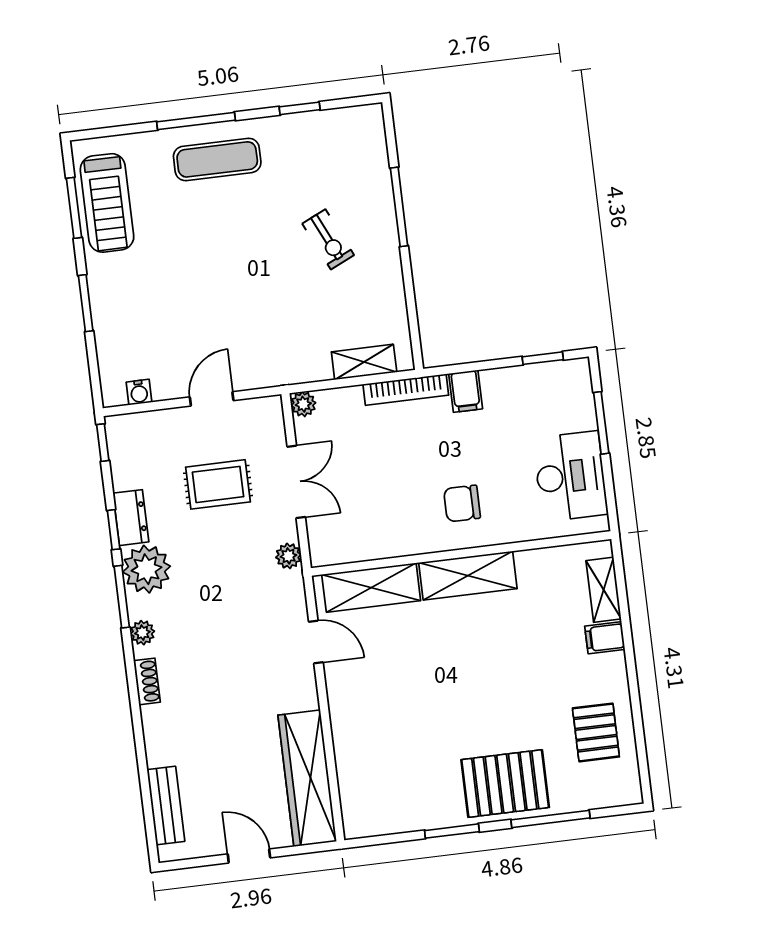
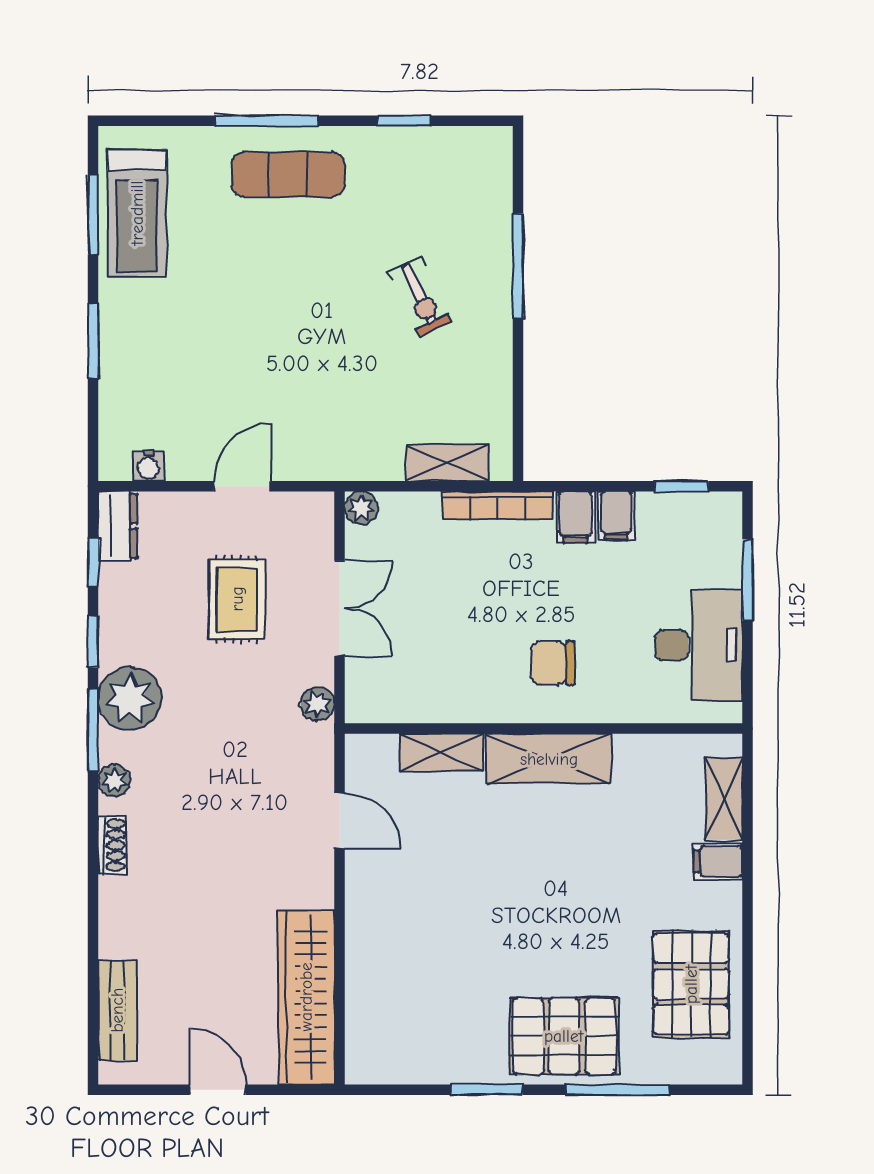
filing cabinet: (496, 386) -> (616, 516), added
window: (103, 443) -> (93, 562), moved
rug: (218, 484) -> (237, 599), turned 90
dresser: (131, 518) -> (118, 526), moved
shelving: (371, 588) -> (441, 752), width x0.67, depth x0.75
pallet: (596, 732) -> (691, 984), width x1.50, depth x1.42

